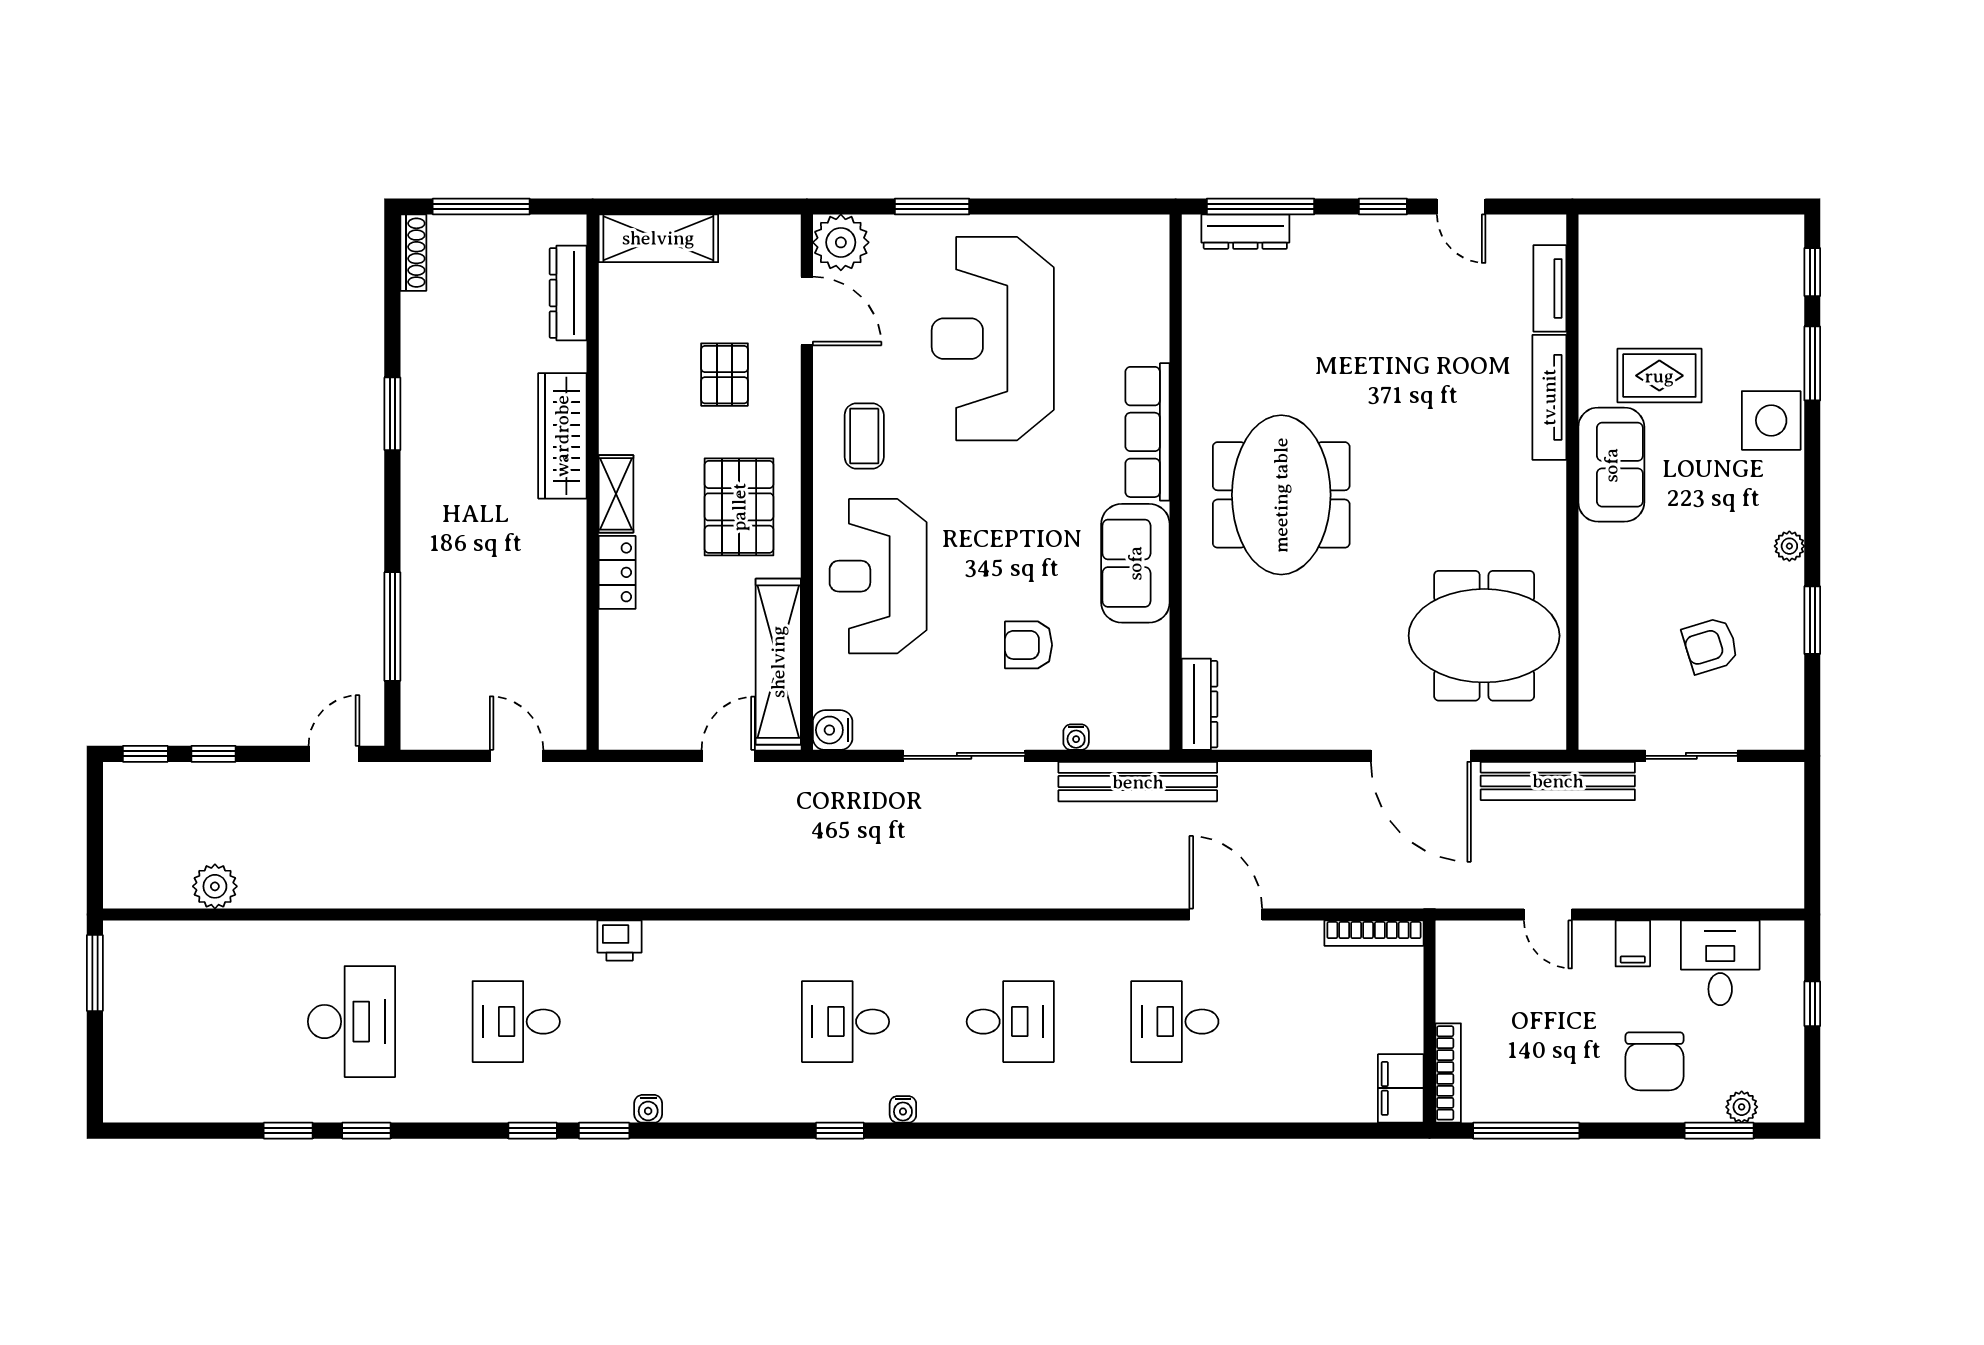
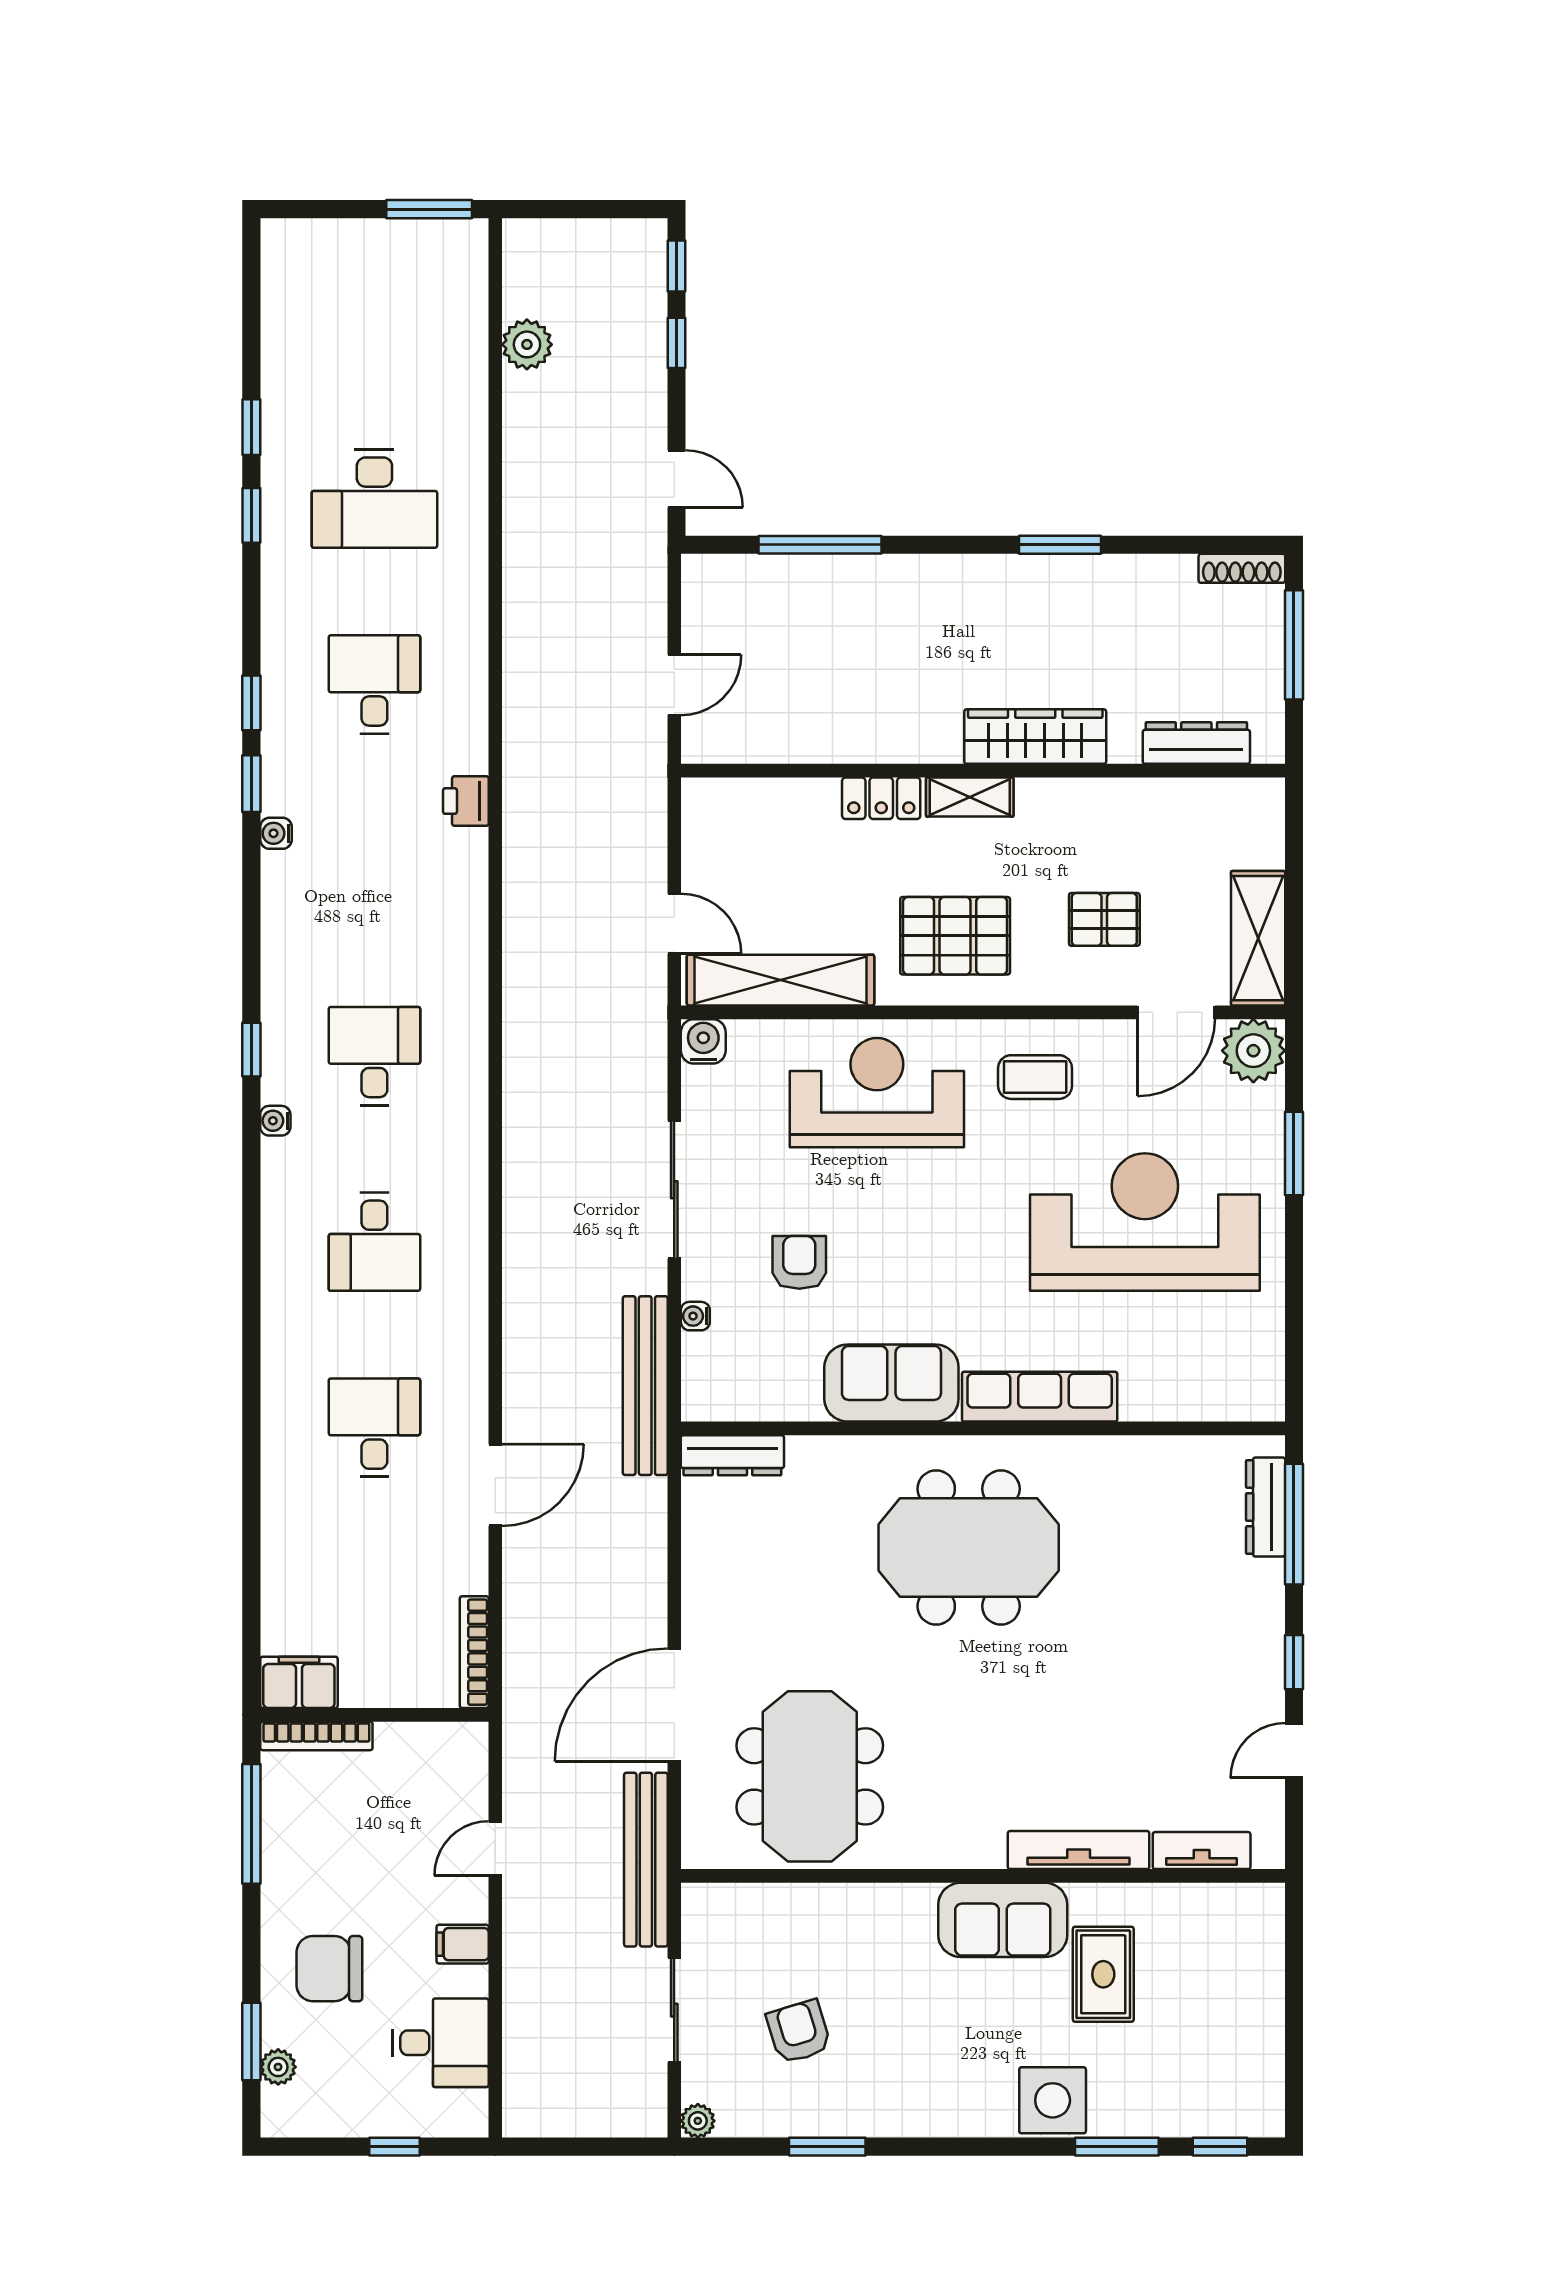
shelving: (658, 238) -> (1258, 938), moved
plant: (1789, 546) -> (698, 2121), moved

